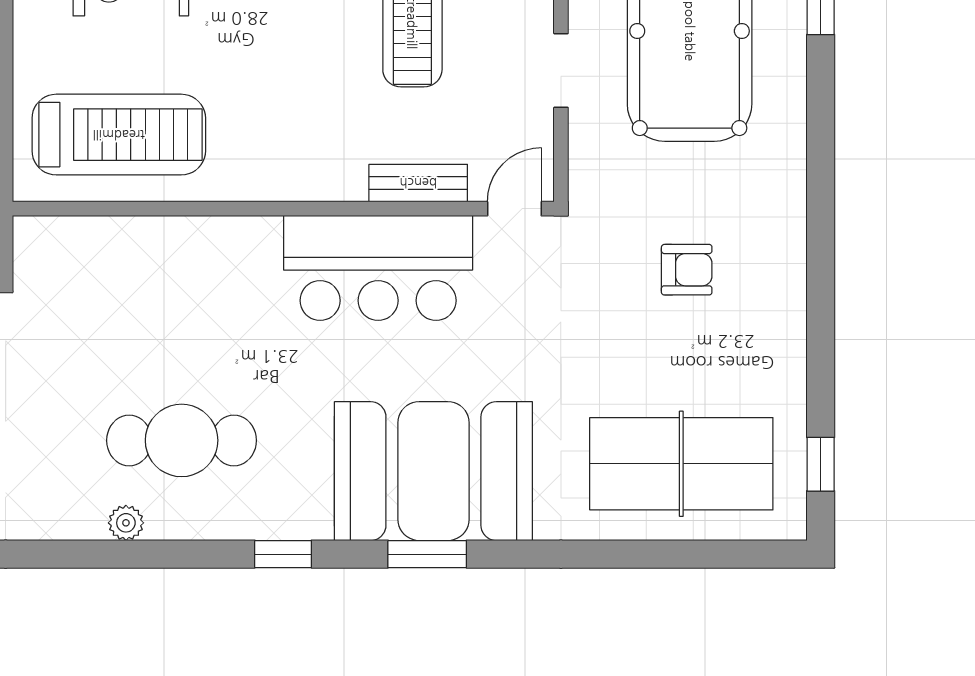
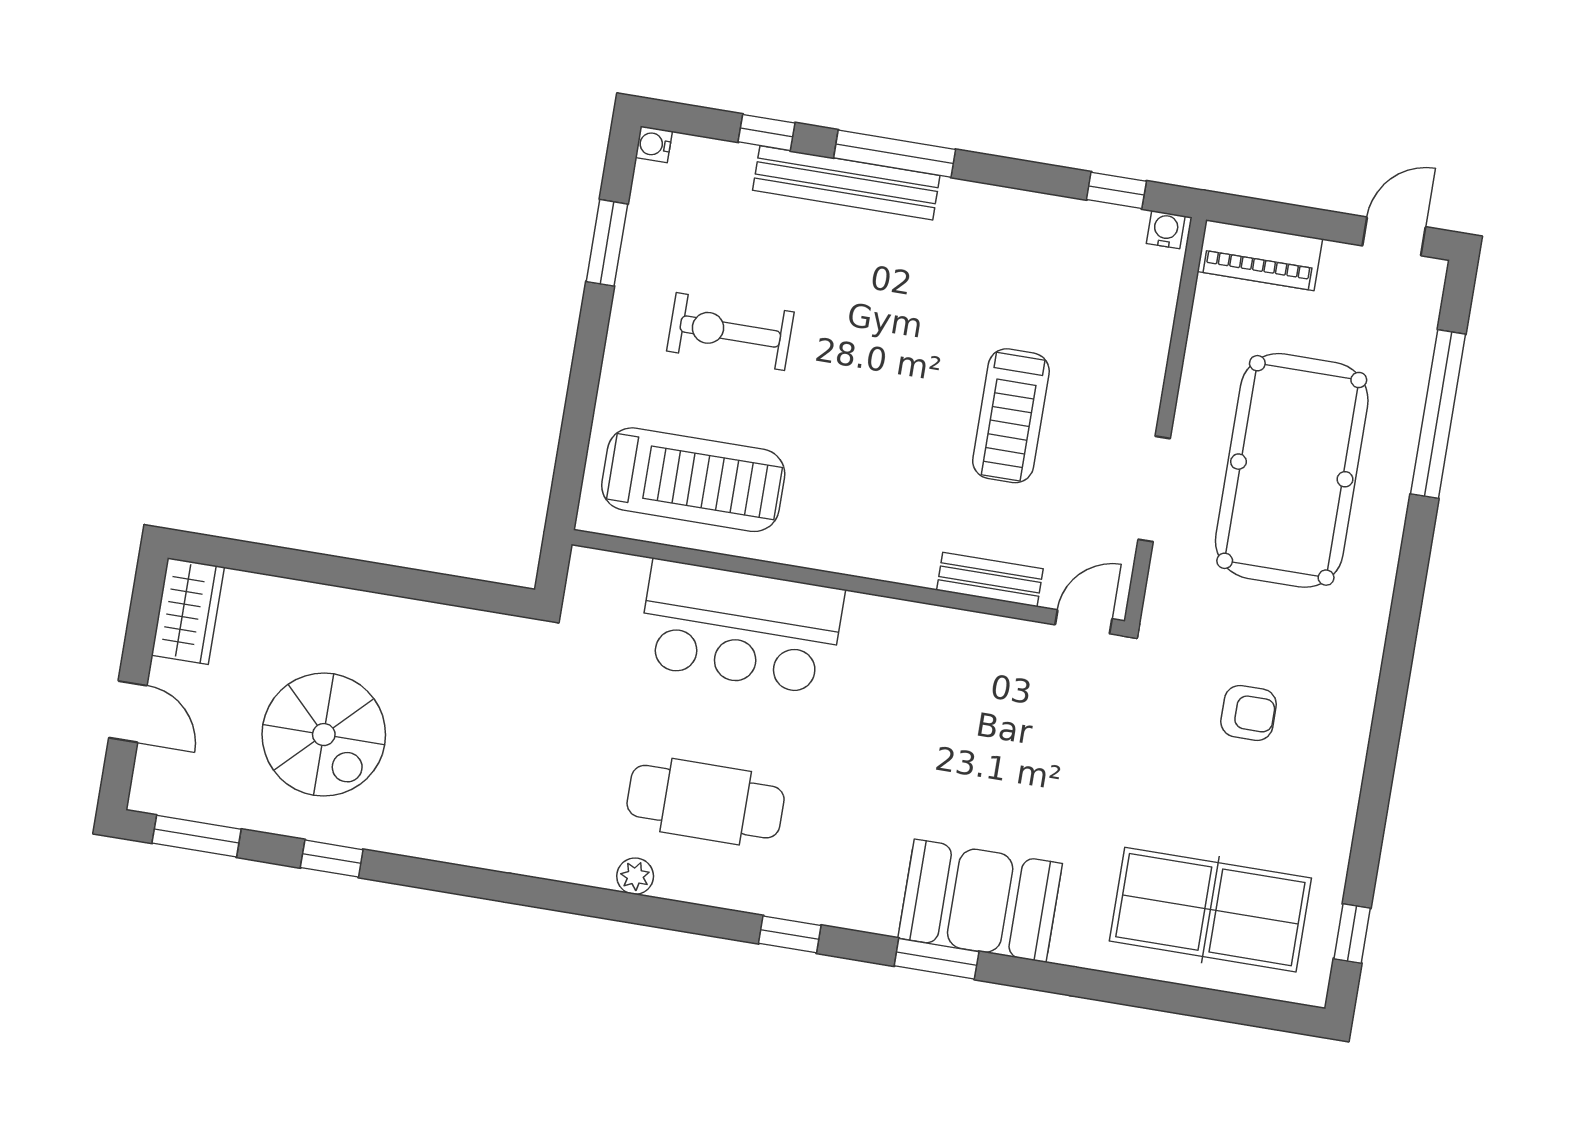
doorway: (561, 70) -> (1154, 489), width x1.38
bar counter: (378, 268) -> (741, 627), moved
booth: (433, 471) -> (980, 901), width x0.73, depth x0.70

